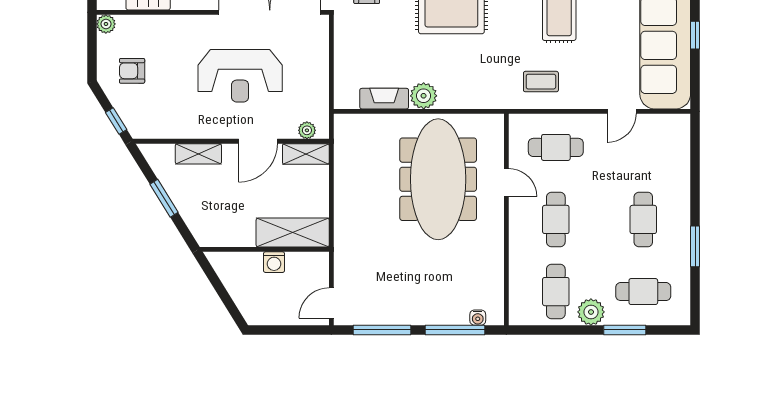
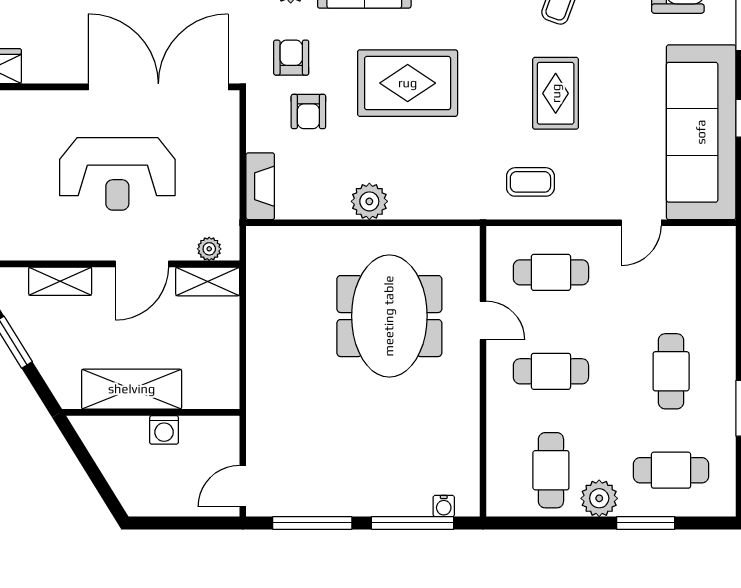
armchair: (379, 30) -> (308, 111), added
fireplace: (384, 99) -> (260, 186), moved, turned 90
meeting table: (438, 179) -> (389, 316), width x0.73
cafe table: (556, 219) -> (551, 371), turned 90
shelving: (293, 233) -> (132, 389), moved

